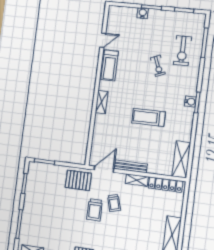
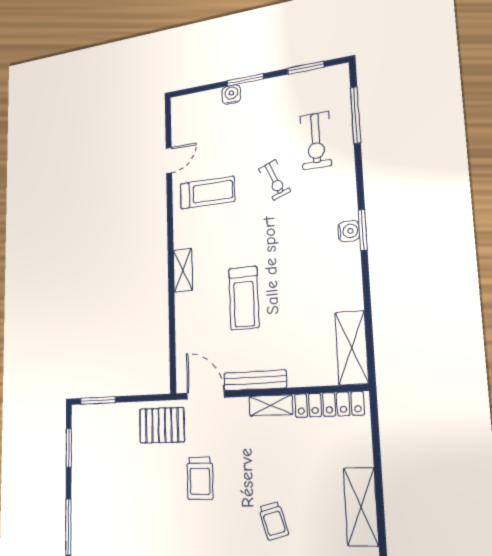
treadmill: (110, 65) -> (207, 193), moved, turned -90
treadmill: (148, 117) -> (244, 298), moved, turned -90
door: (104, 169) -> (206, 395), hinge flipped
trolley: (114, 203) -> (274, 521), moved

